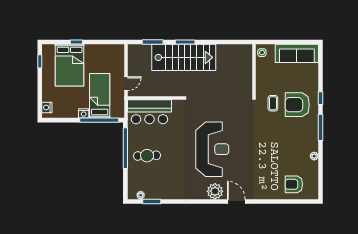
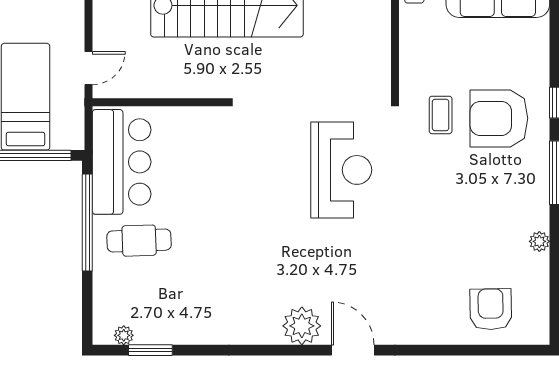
bar counter: (149, 112) -> (122, 162), moved, turned -90
reception desk: (212, 149) -> (341, 170), moved, width x0.74, depth x0.77
armchair: (294, 184) -> (491, 309), turned 89

